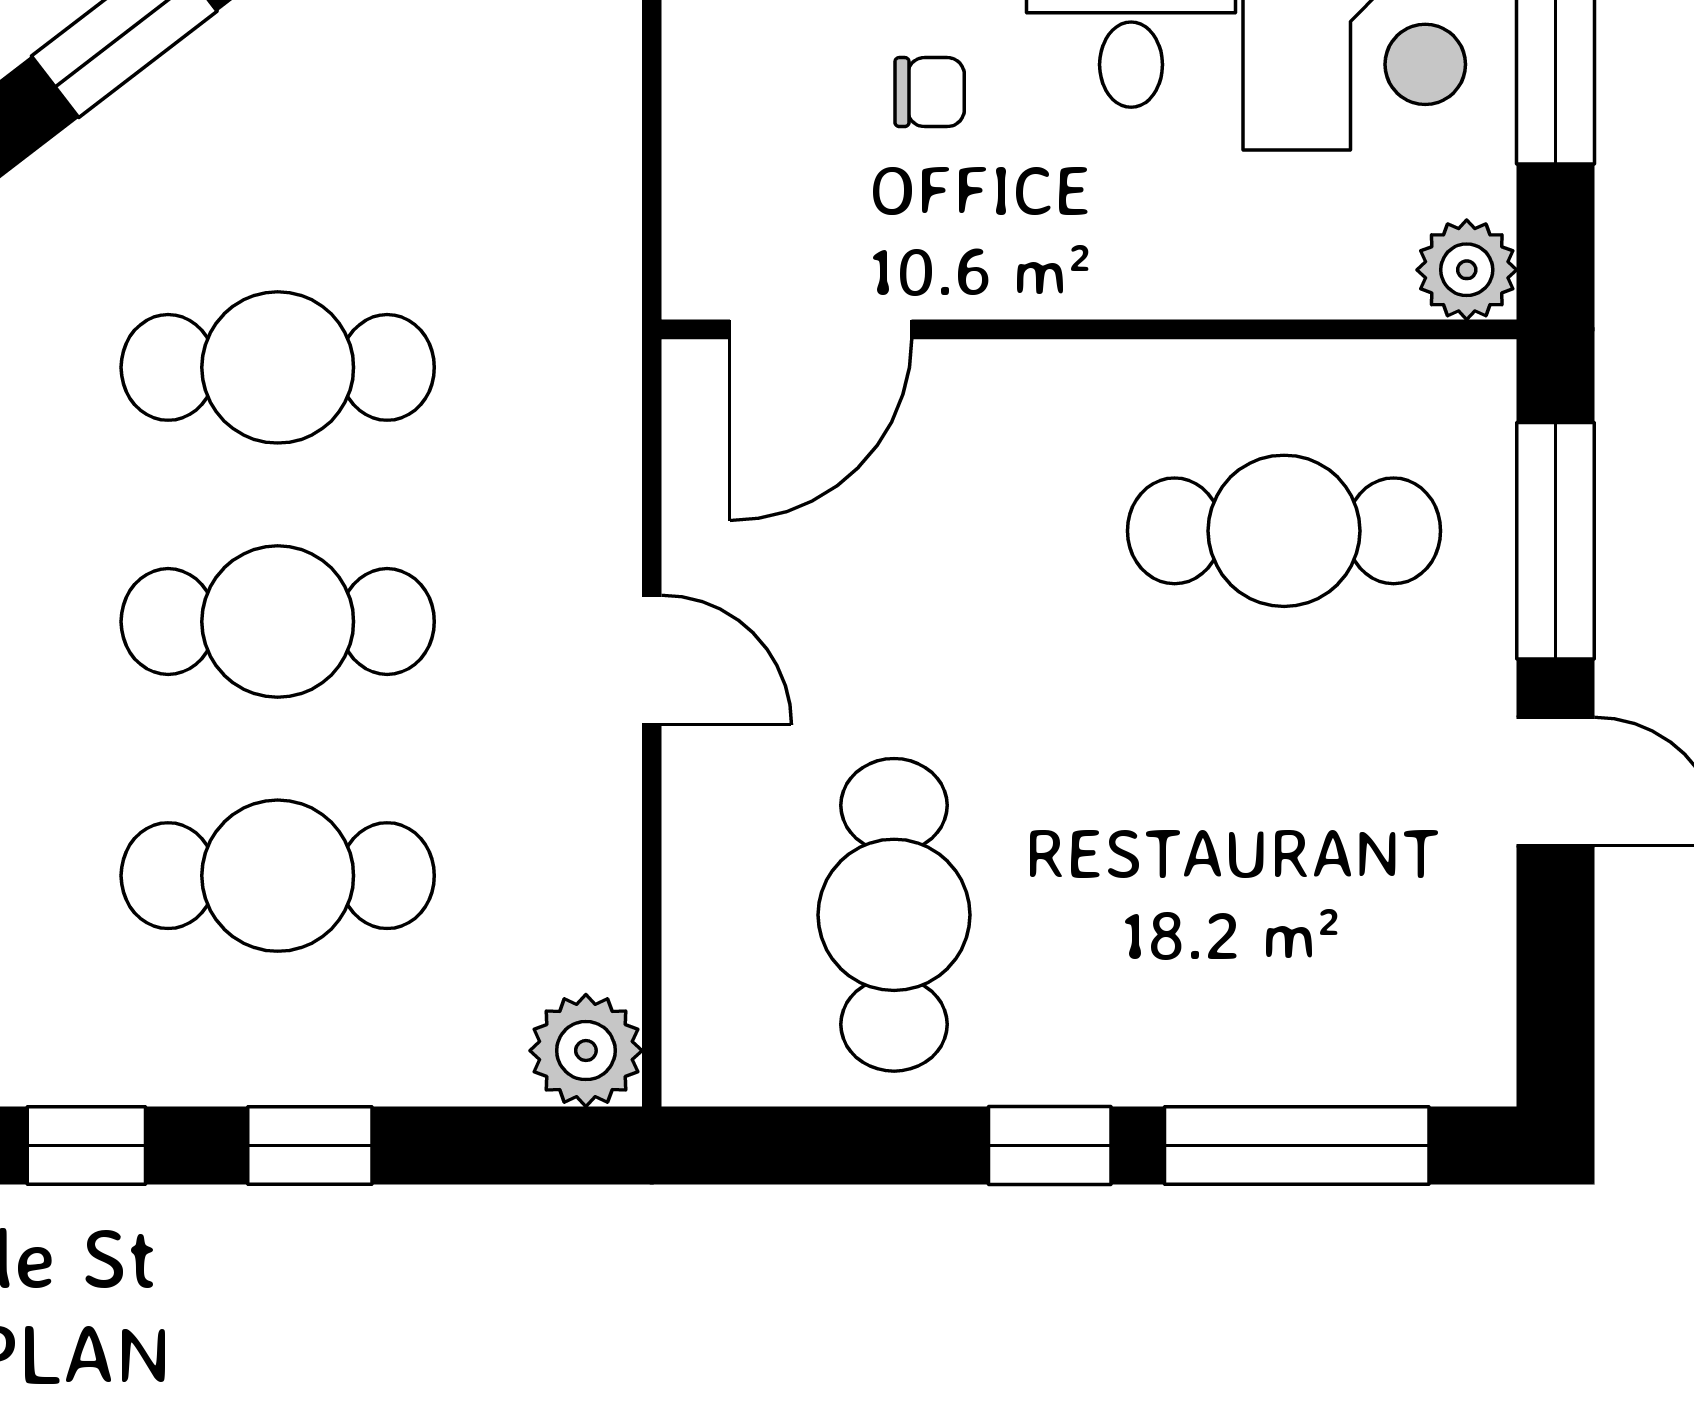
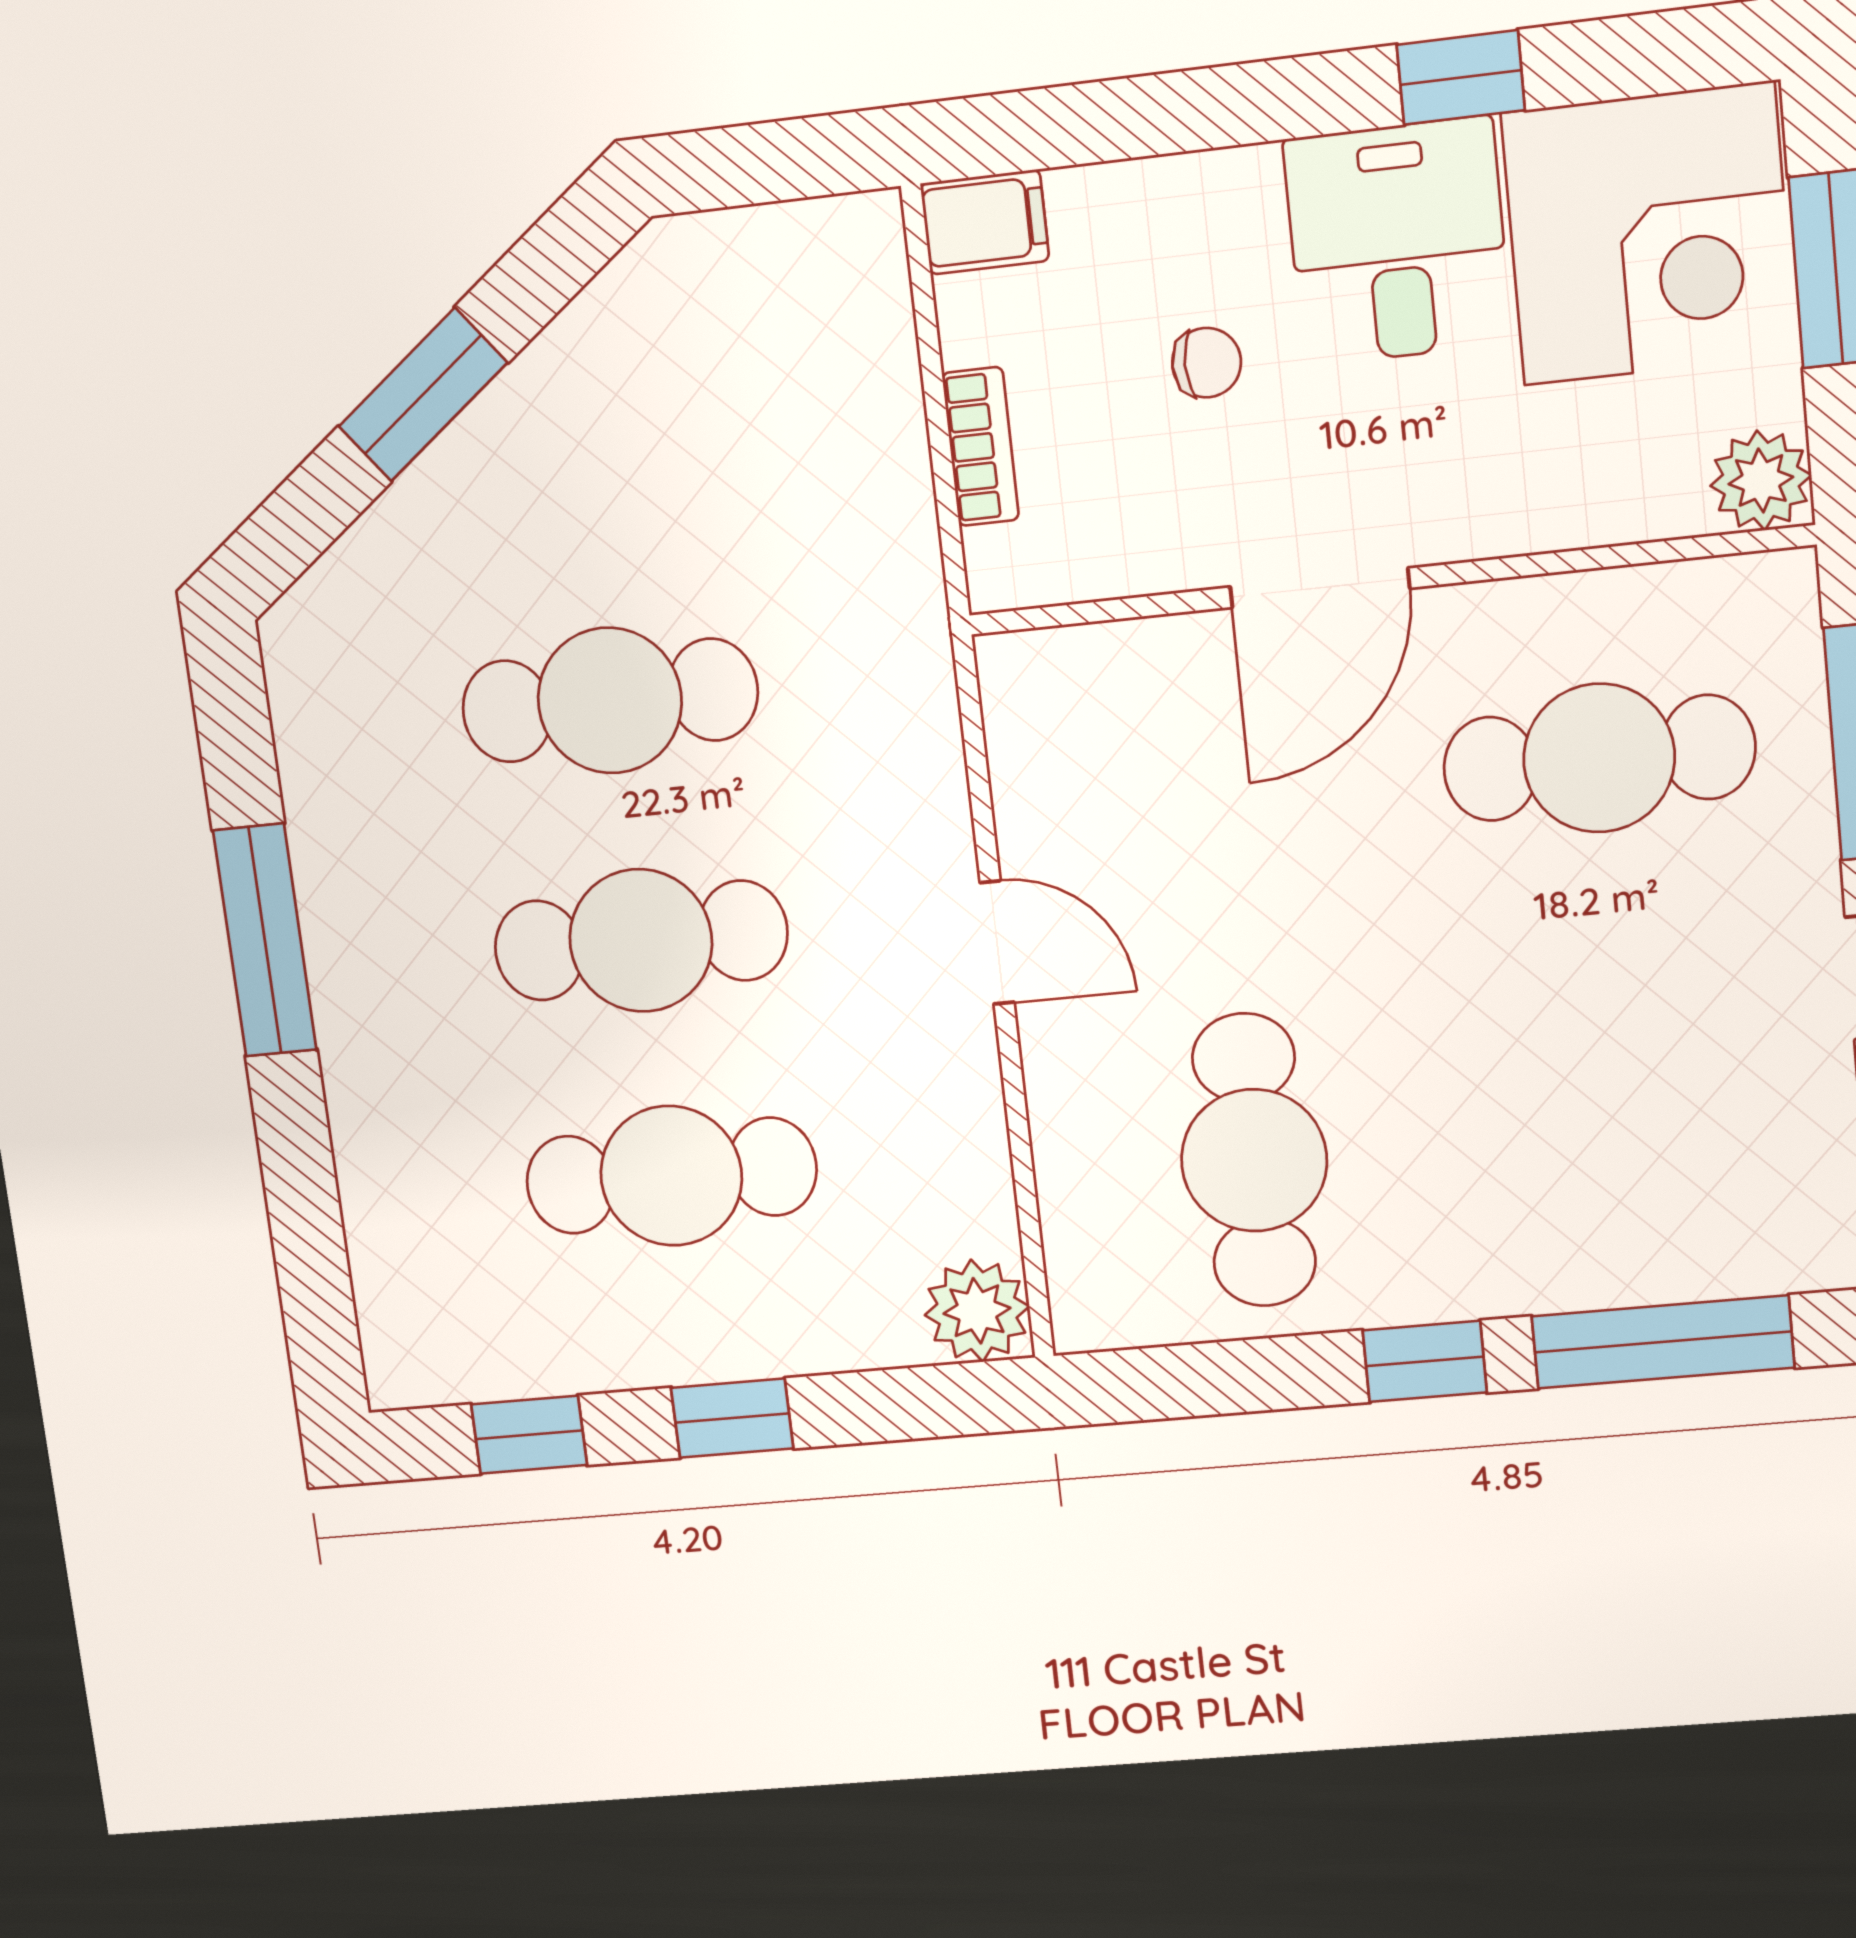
bookcase: (693, 150) -> (981, 447), added
door: (821, 329) -> (1320, 588), moved

